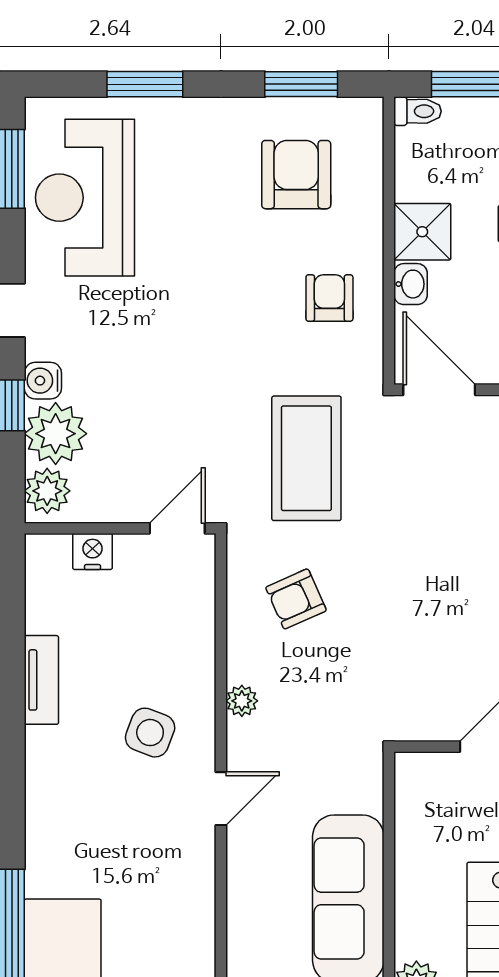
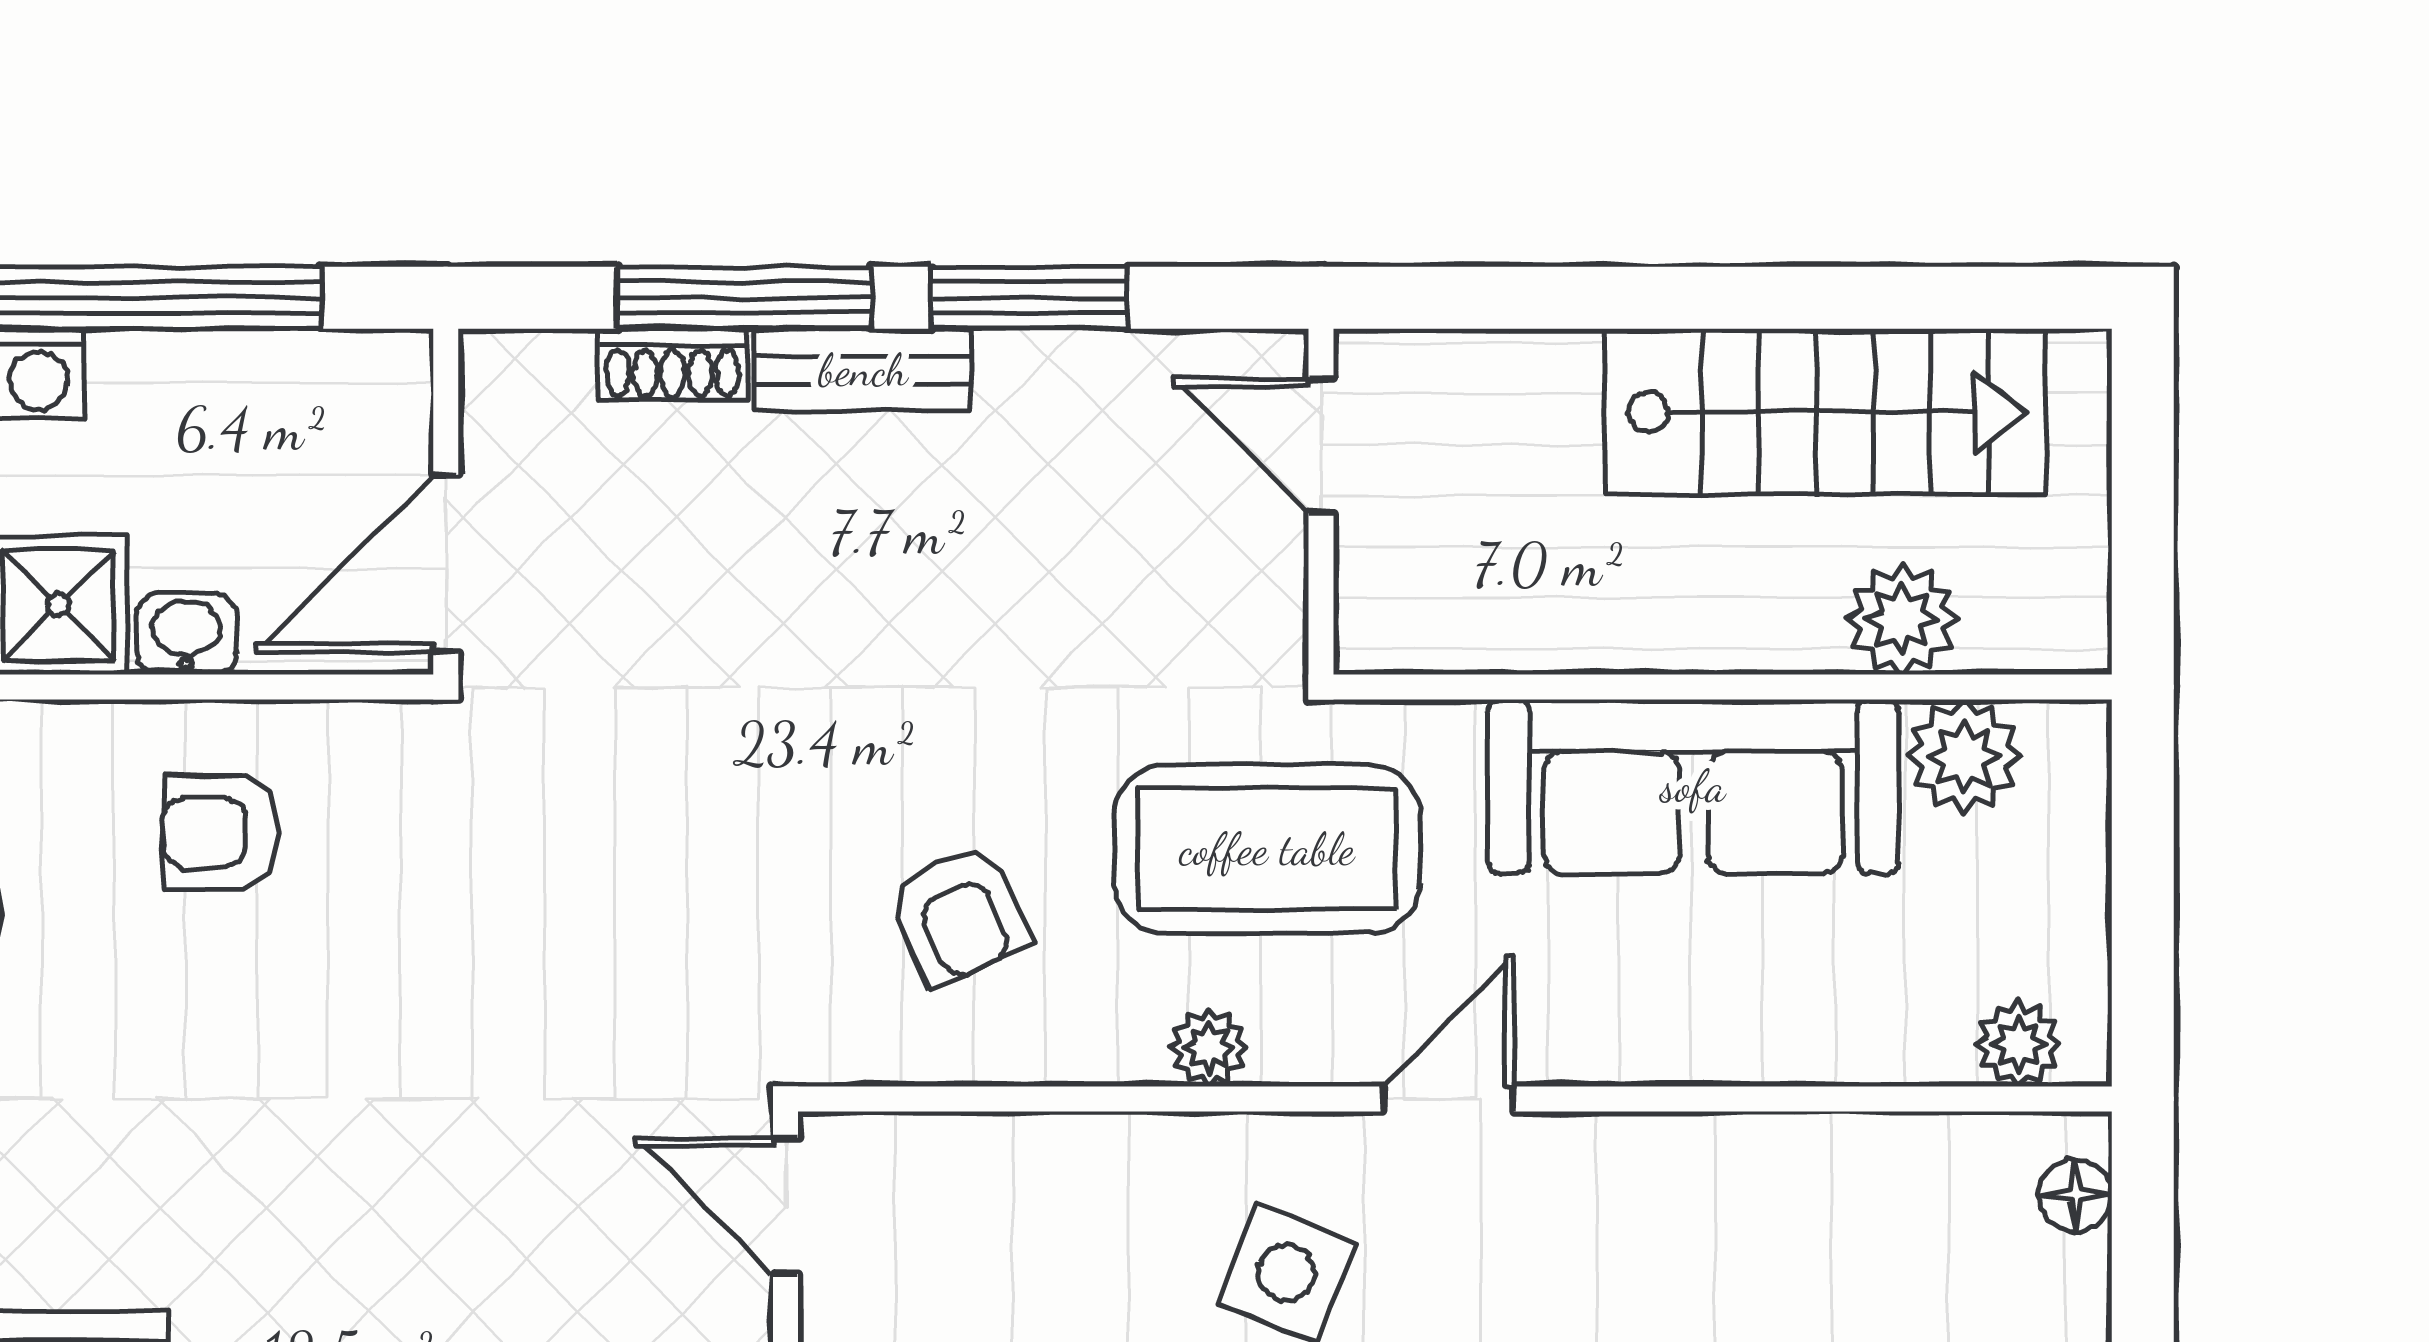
coffee table: (306, 458) -> (1267, 849), moved
door: (221, 799) -> (1448, 1099), hinge flipped

